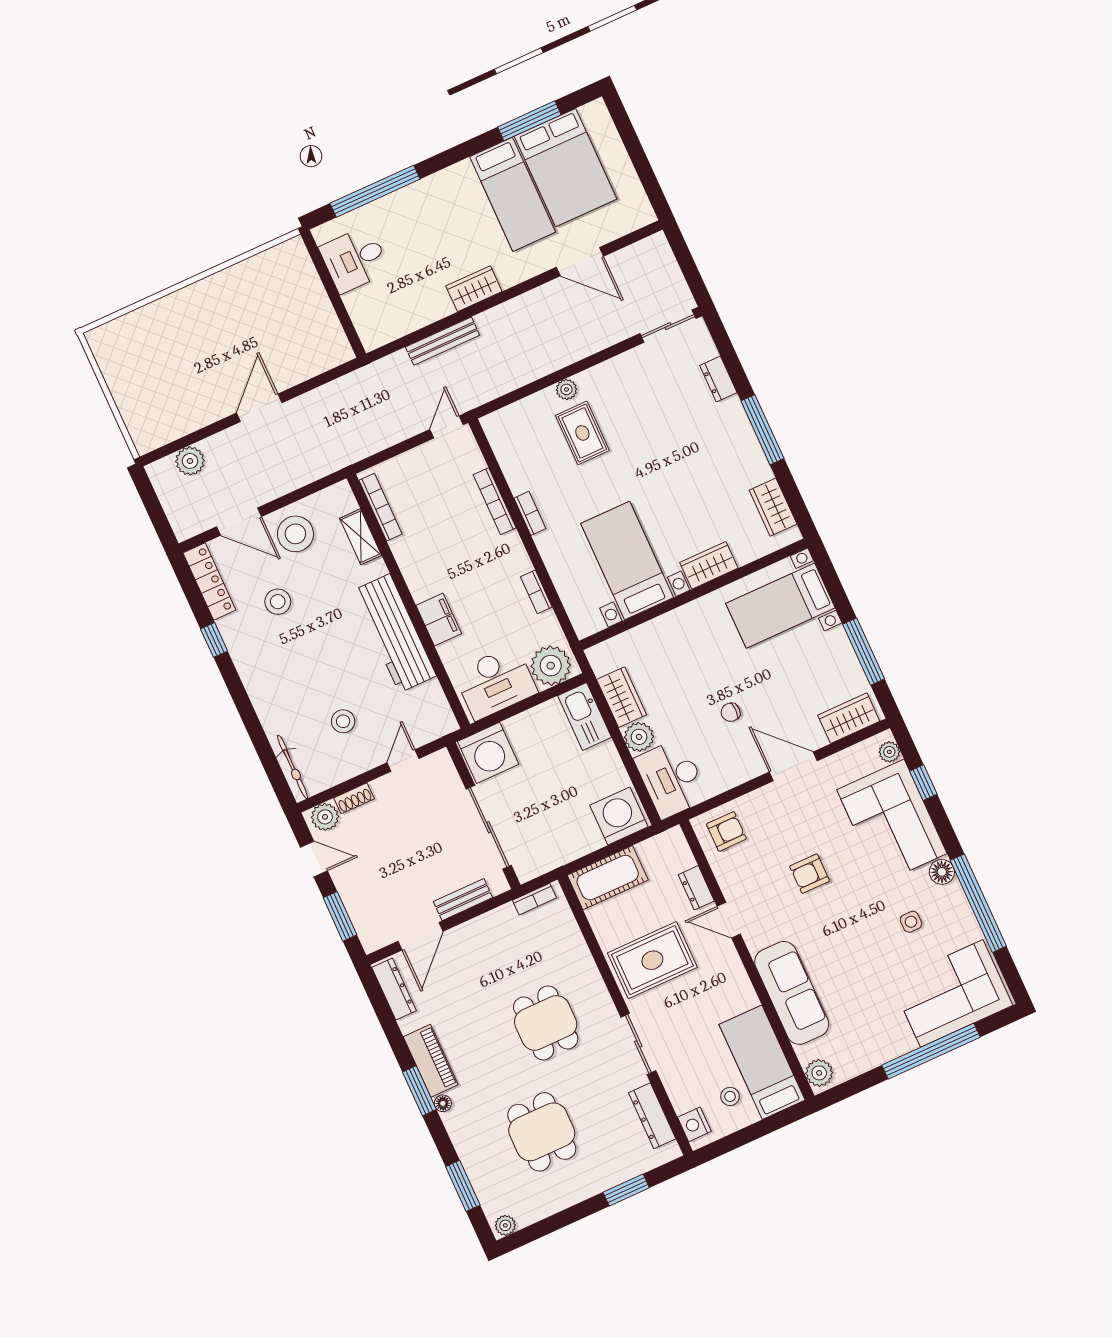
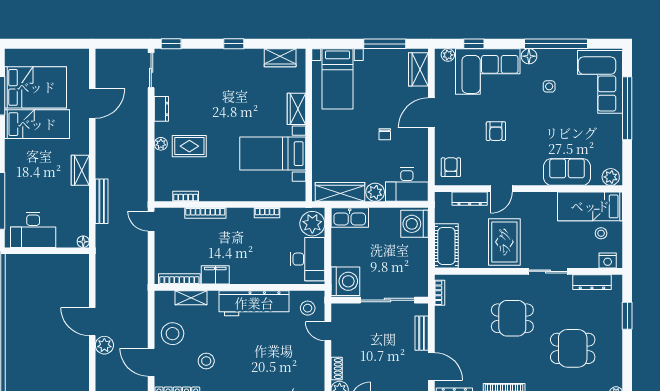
desk: (355, 259) -> (33, 230), width x1.37
window: (721, 338) -> (171, 44), added
floor lamp: (371, 341) -> (83, 242), added
dresser: (718, 379) -> (161, 109), moved, turned -90
window: (762, 430) -> (234, 44), width x0.46
plant: (190, 461) -> (104, 345), moved
bookcase: (530, 513) -> (186, 196), moved
door: (239, 522) -> (151, 362), swing flipped
filing cabinet: (439, 619) -> (215, 275), moved
wardrobe: (622, 697) -> (340, 192), width x1.50
stool: (343, 721) -> (308, 308), moved
dresser: (696, 888) -> (470, 199), width x1.44
sofa: (792, 993) -> (567, 172), width x0.73

